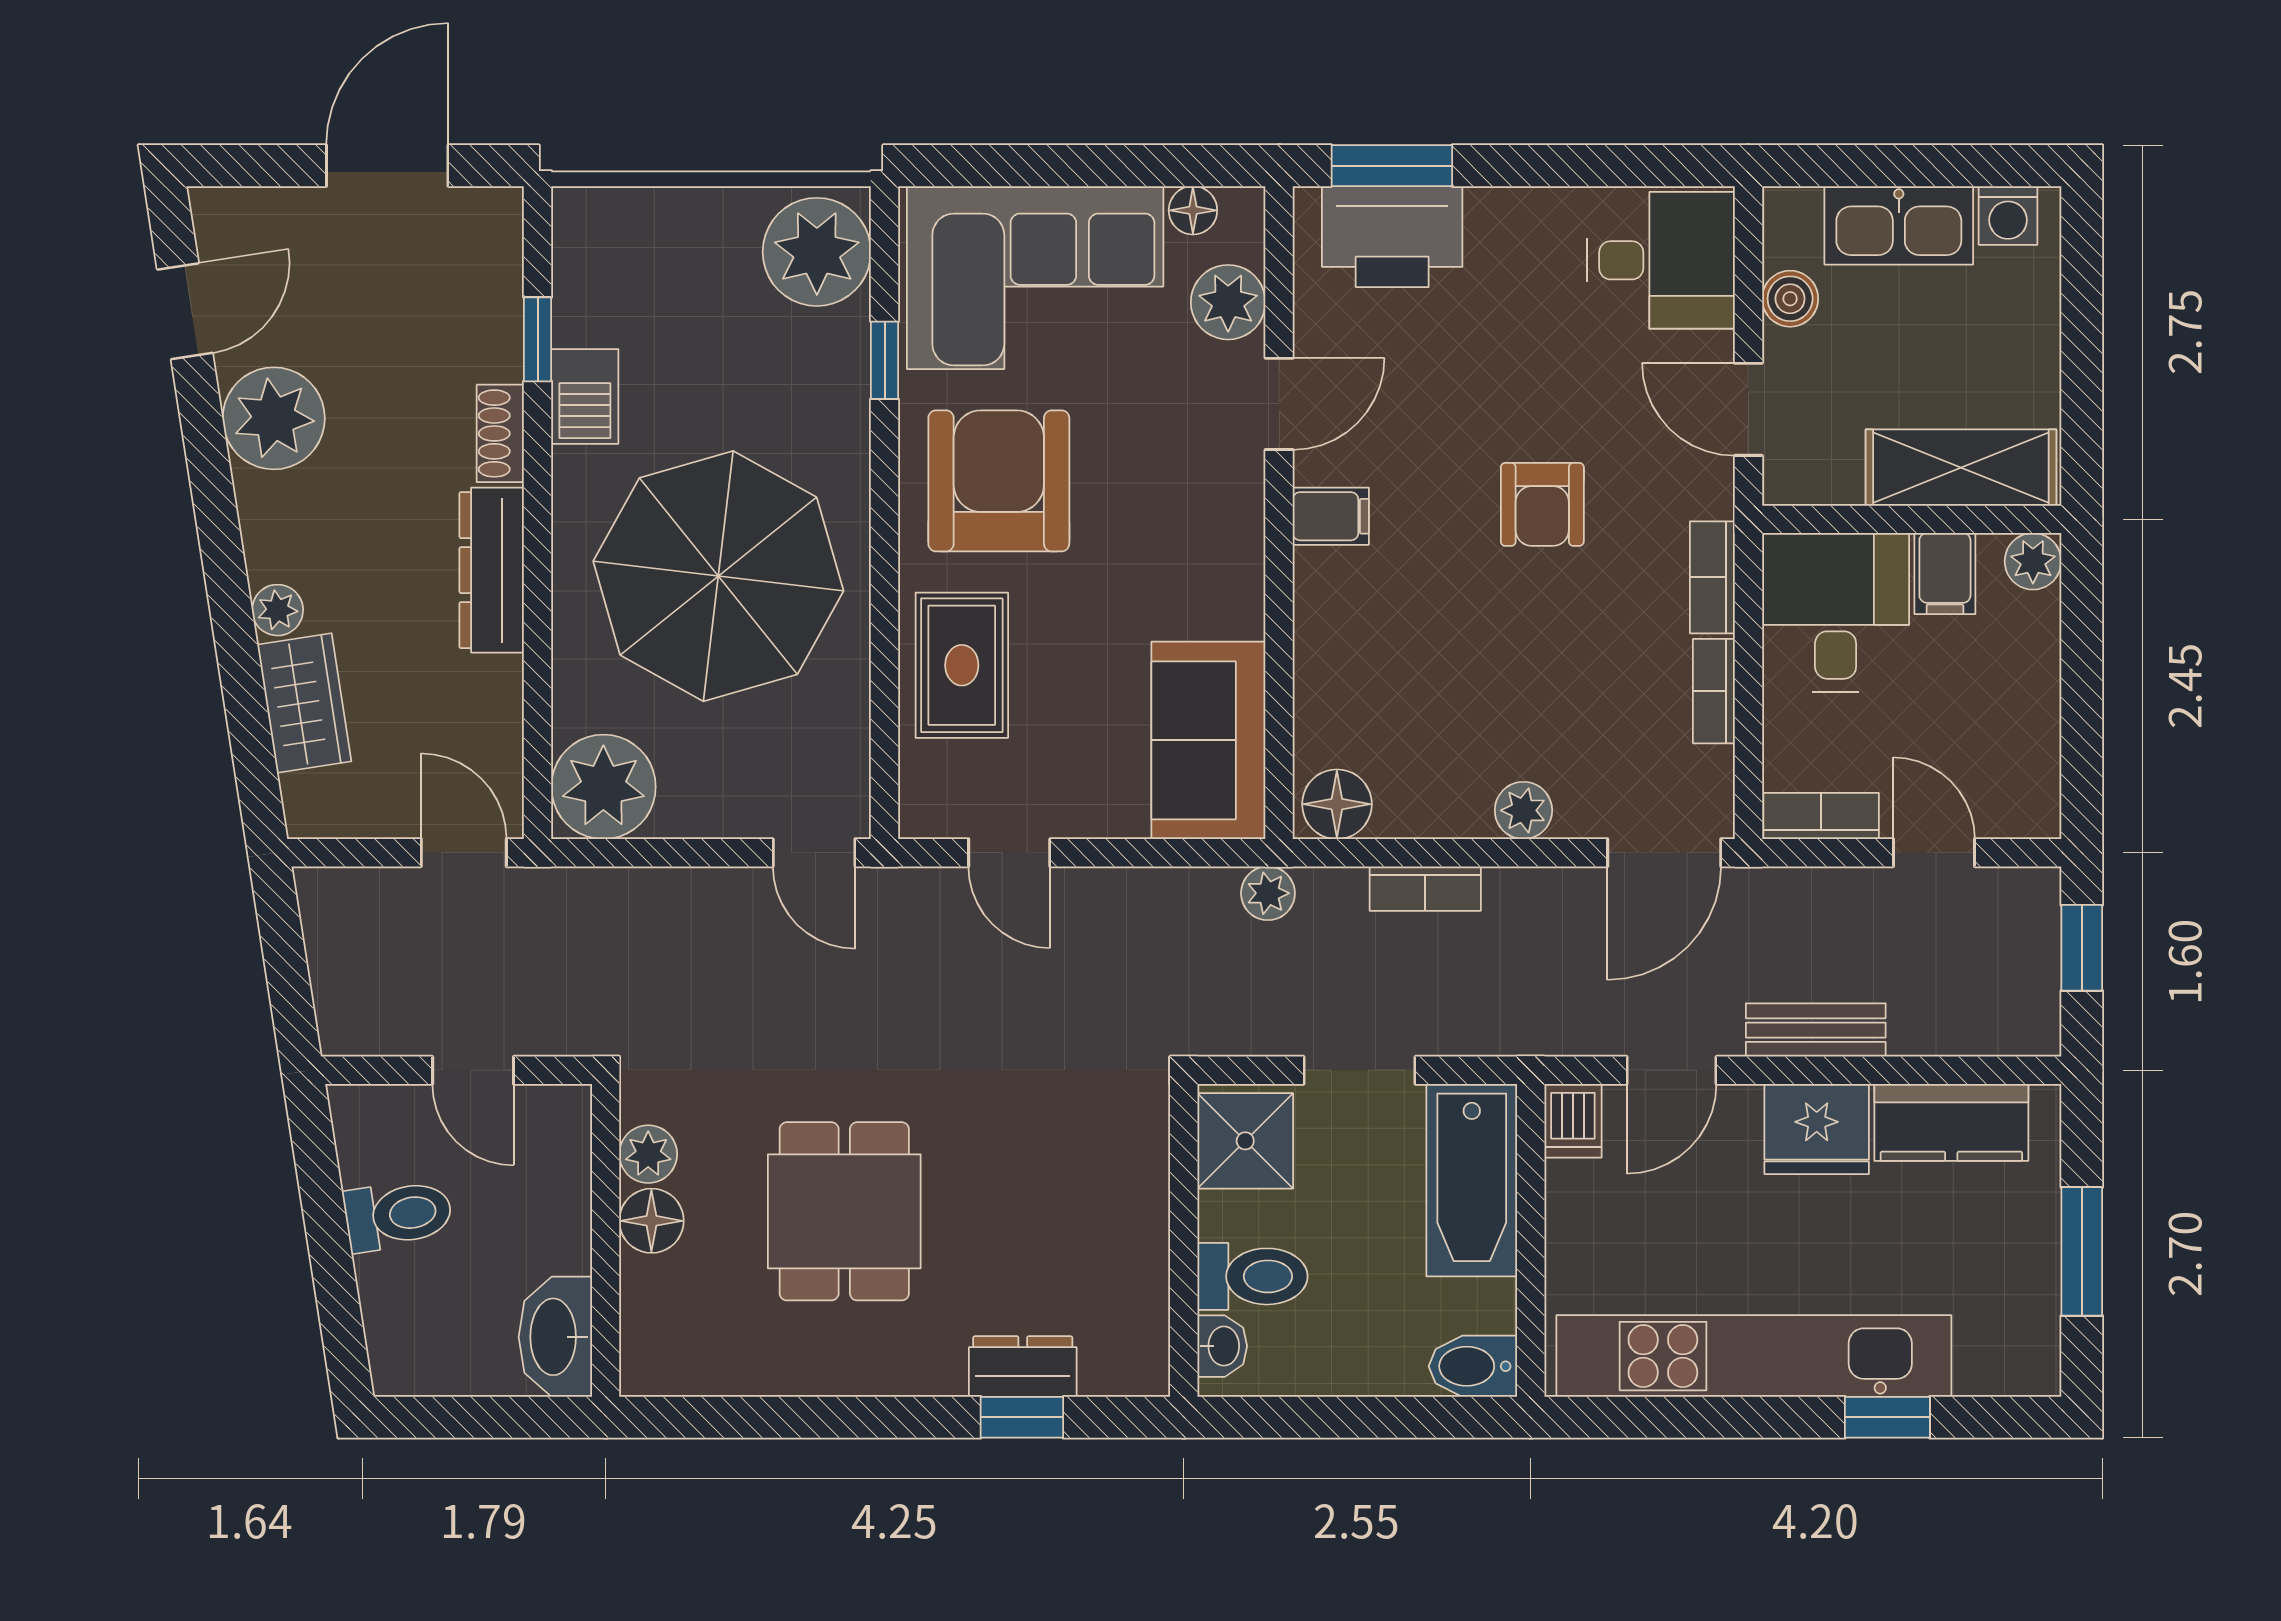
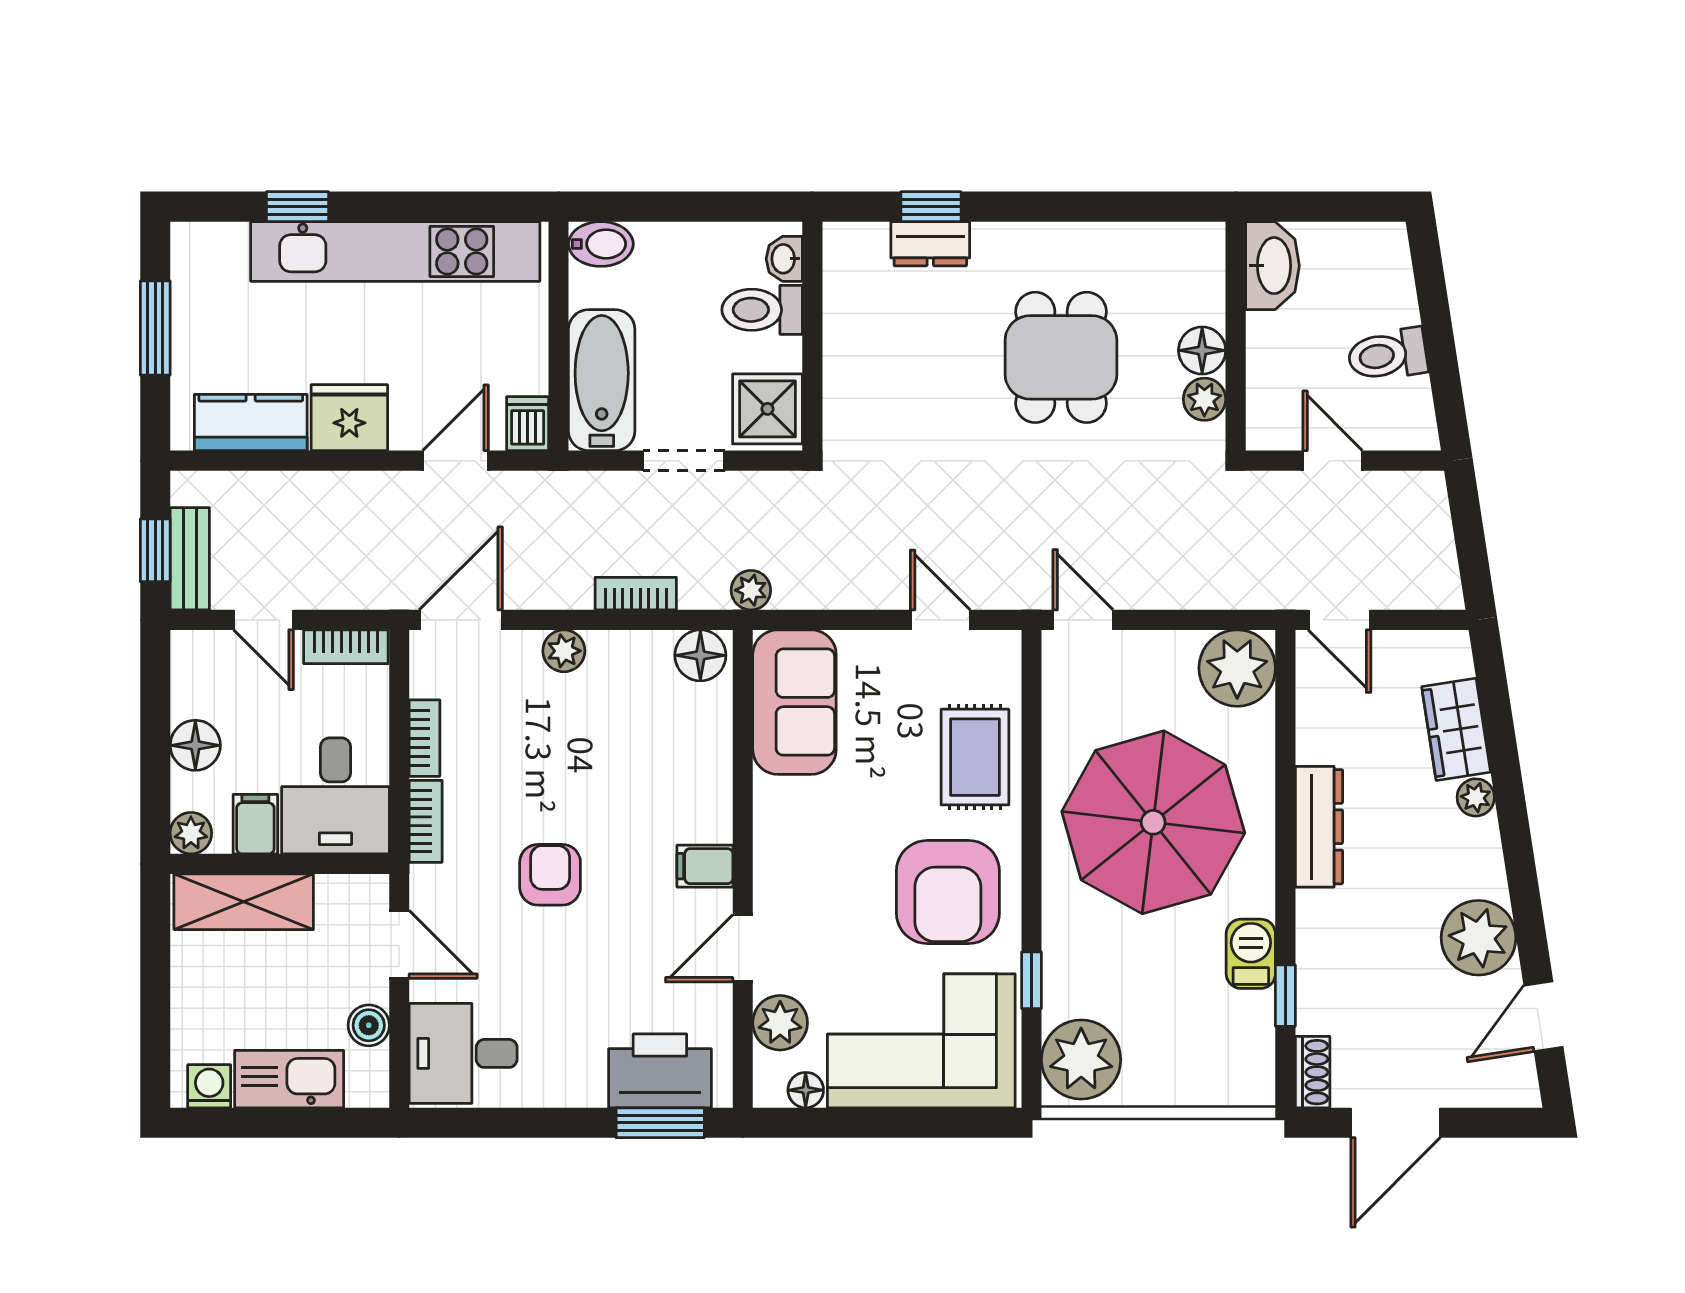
shoe rack: (500, 433) -> (1313, 1072), moved
floor lamp: (2027, 681) -> (195, 745), added
bench: (1816, 1030) -> (190, 559), moved, turned 90

